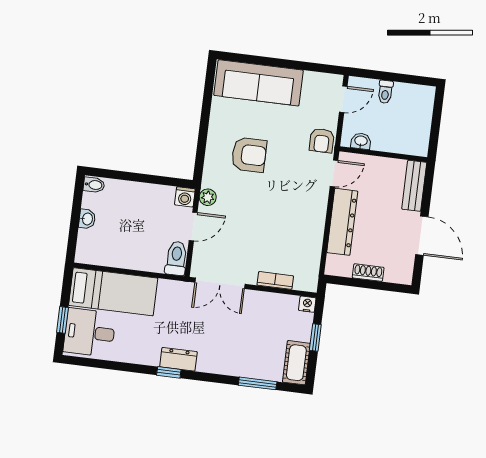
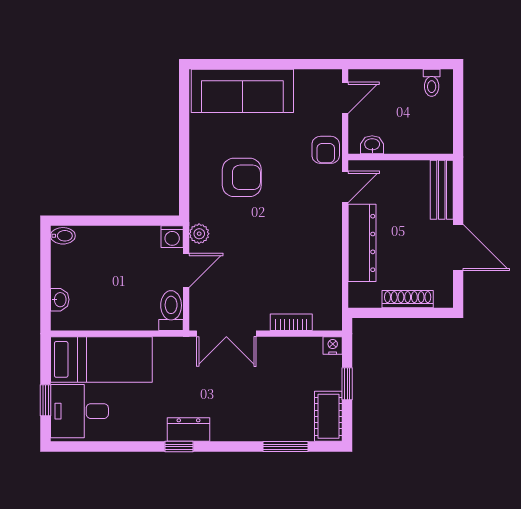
toilet: (385, 92) -> (432, 83), moved
washbasin: (87, 219) -> (60, 300), moved
shoe rack: (368, 273) -> (408, 299), width x1.43

